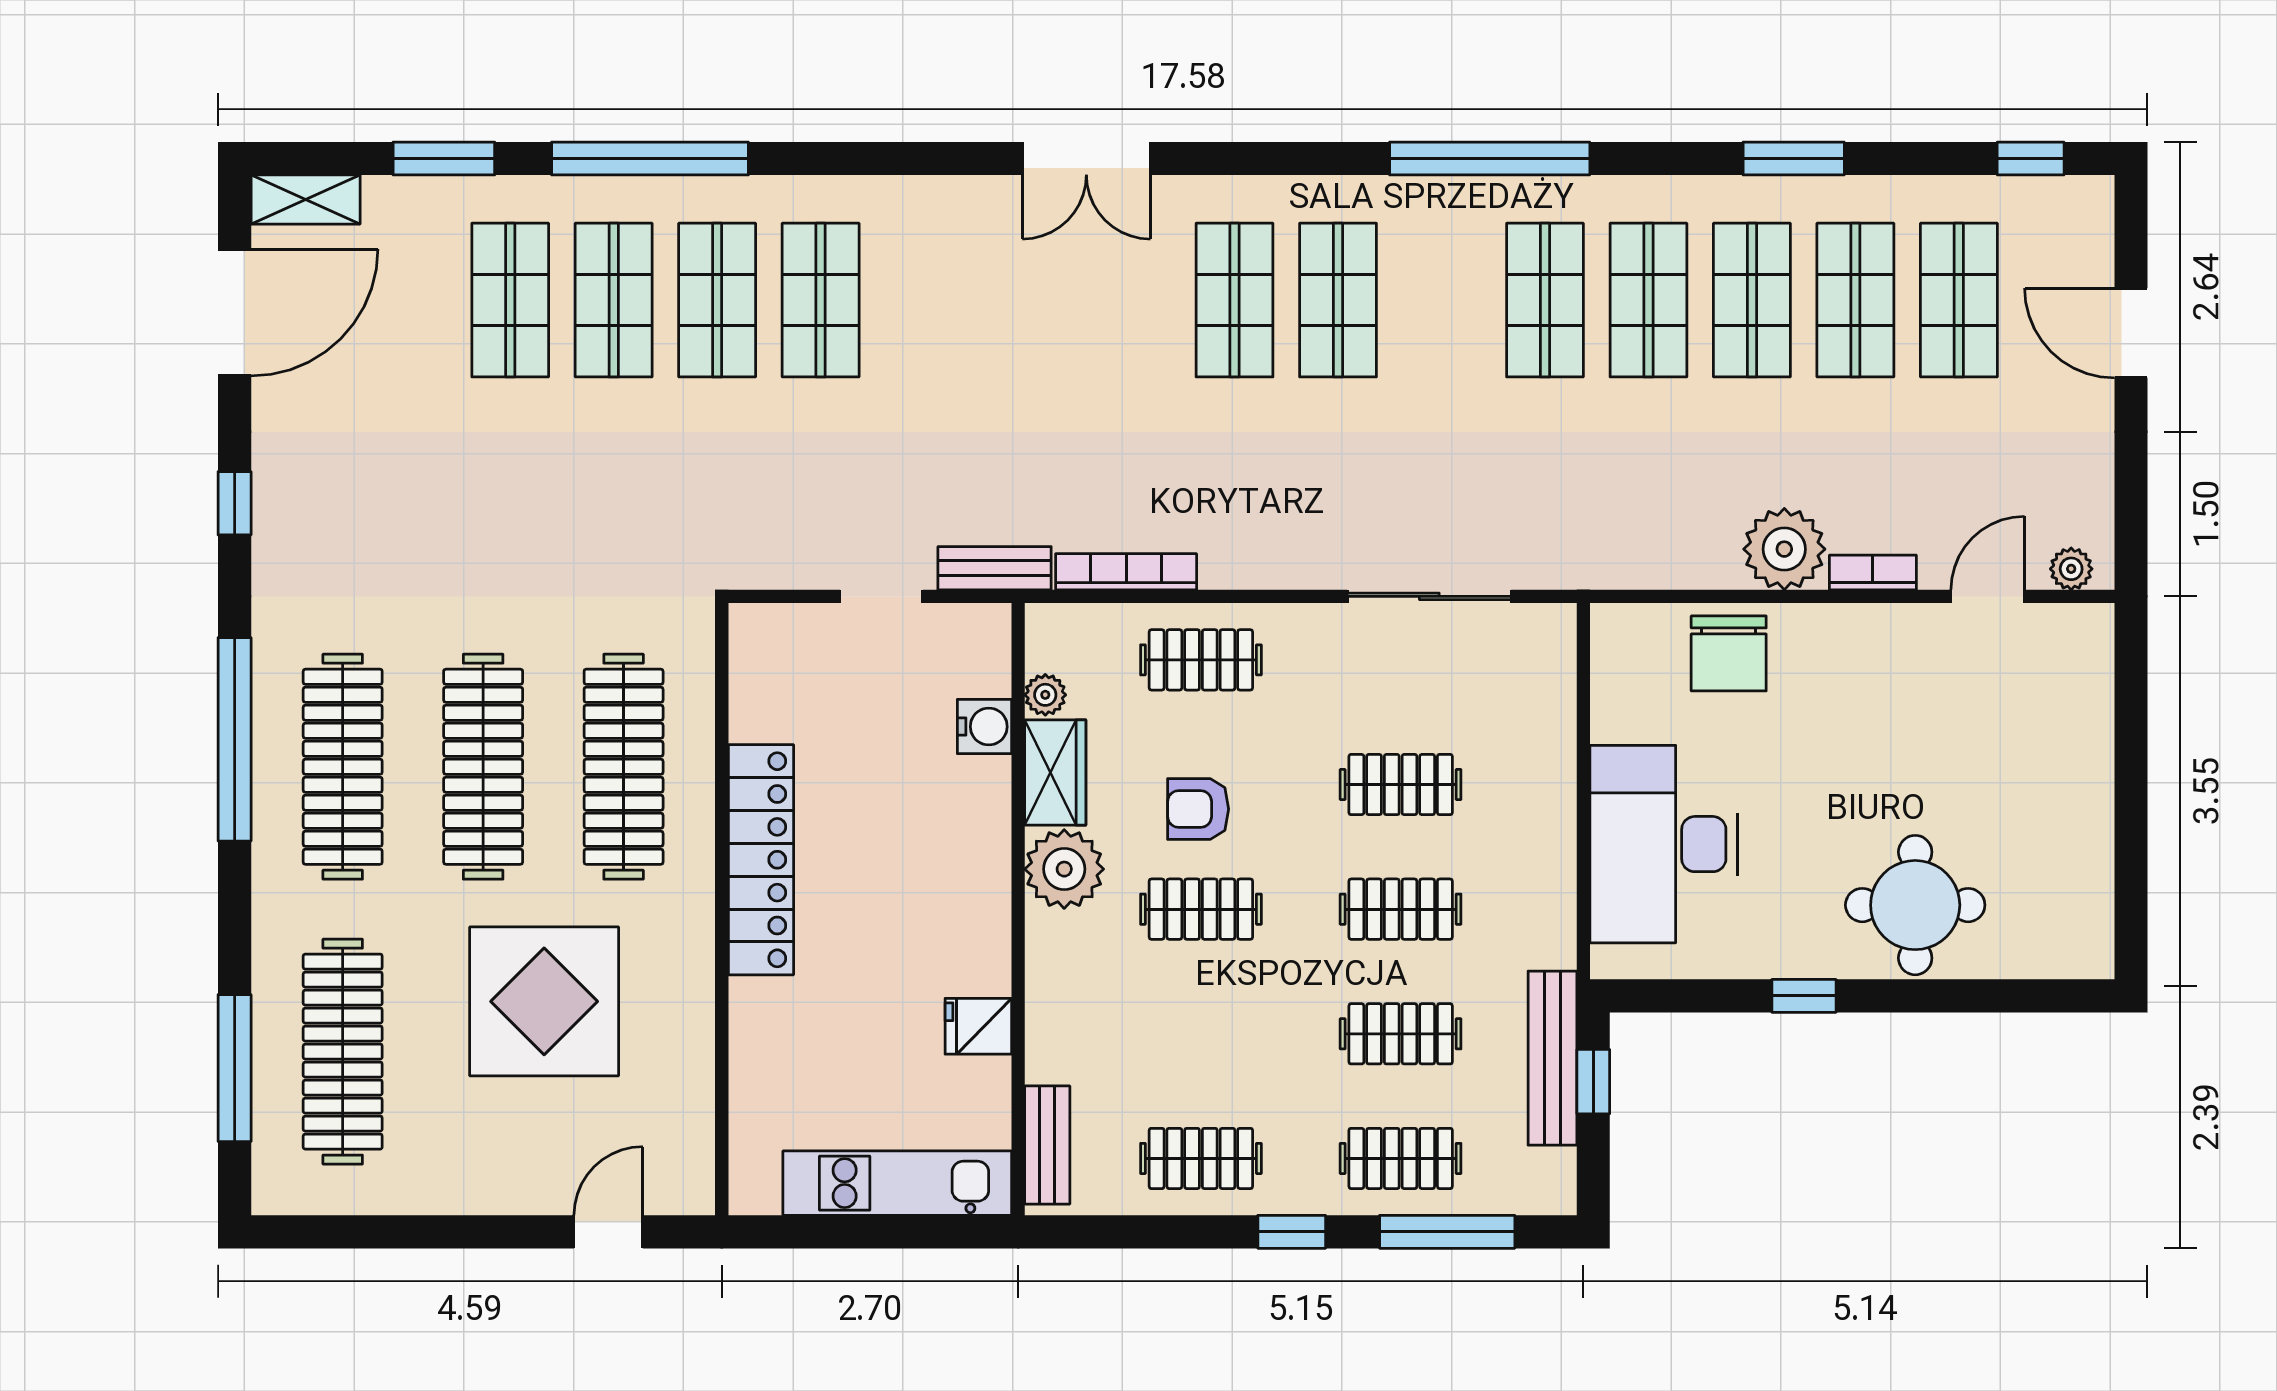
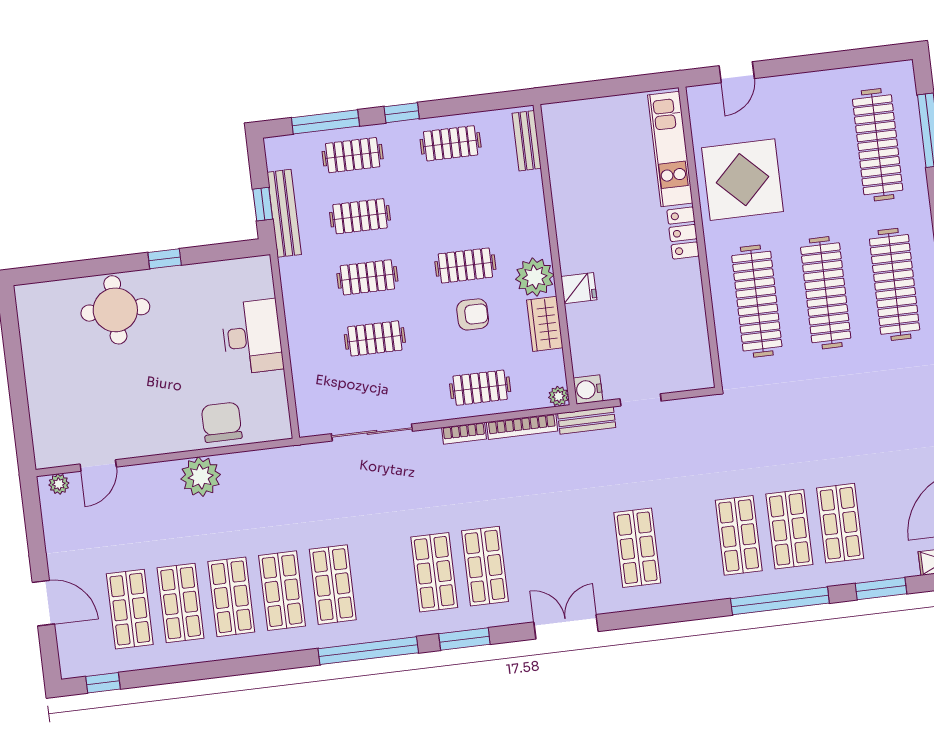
window: (1794, 158) -> (464, 639), moved
shop shelf: (821, 300) -> (637, 548), moved
bookcase: (1873, 572) -> (464, 433), moved
plant: (1045, 695) -> (559, 396), moved
water cooler: (984, 727) -> (588, 389), moved
desk: (1664, 844) -> (252, 337), width x0.73, depth x0.77
locker: (761, 860) -> (683, 233), width x0.46, depth x0.83
display table: (544, 1001) -> (742, 180), moved
fridge: (978, 1026) -> (579, 288), moved
kitchen unit: (897, 1183) -> (670, 149), moved, turned 90

